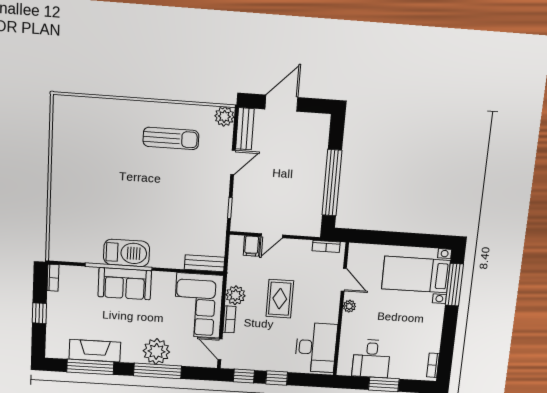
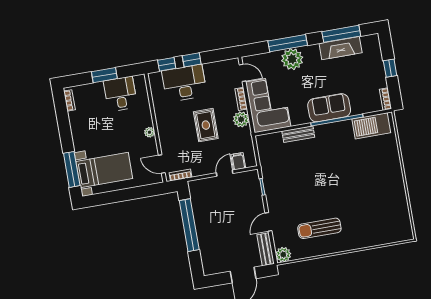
barbecue: (127, 253) -> (371, 126), moved
bench: (205, 263) -> (298, 134), moved
door: (344, 280) -> (162, 164), moved
desk: (316, 347) -> (184, 83), moved, turned 90
window: (244, 376) -> (167, 64), moved

